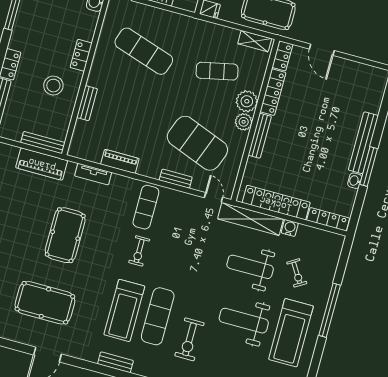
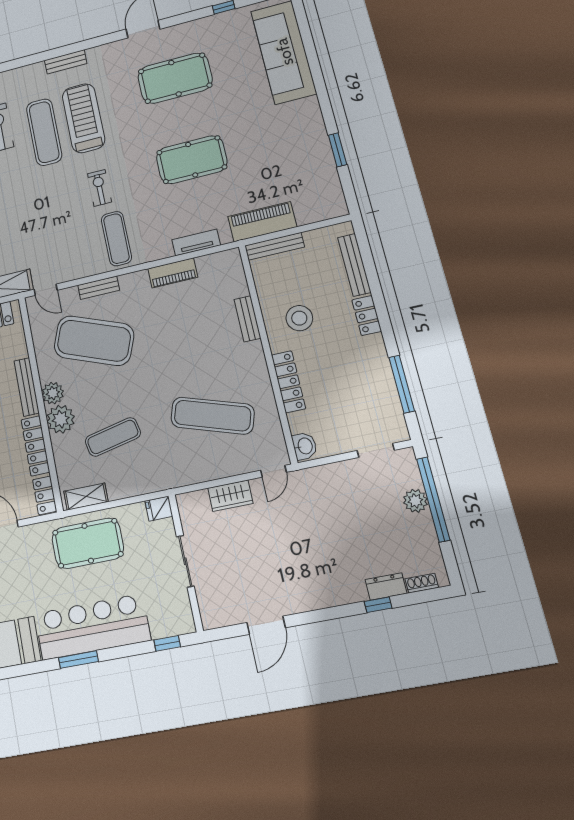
locker: (81, 55) -> (288, 382), width x1.53
pool table: (65, 235) -> (192, 160), turned 90

